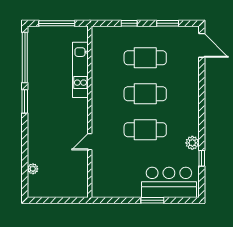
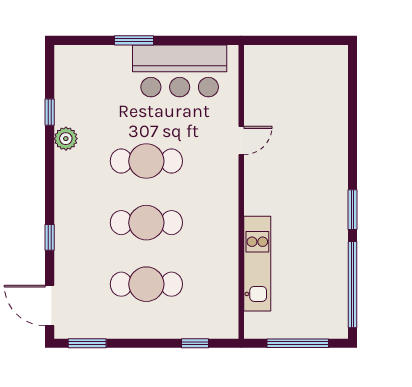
window: (129, 23) -> (195, 343), moved
window: (168, 23) -> (87, 343), moved
window: (202, 85) -> (50, 237), added
plant: (33, 169) -> (339, 94), removed
bar counter: (169, 182) -> (180, 71), moved

